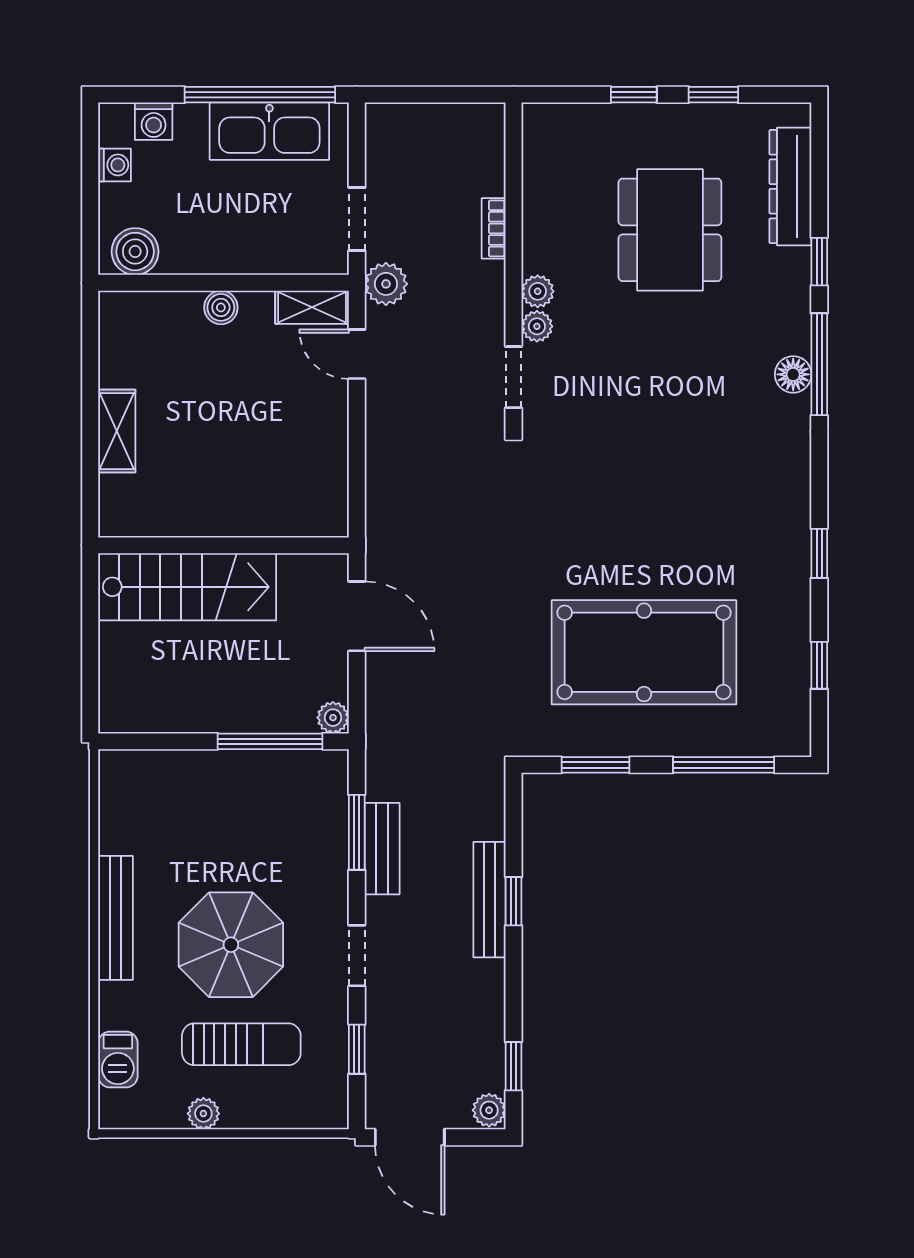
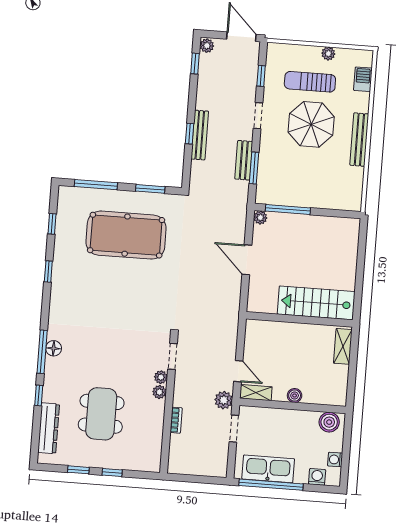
wall: (223, 545) -> (299, 319), moved
stairs: (187, 587) -> (316, 303), moved

